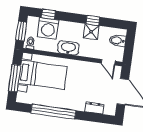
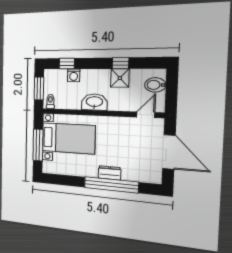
washing machine: (48, 28) -> (74, 75), width x0.53, depth x0.53
door: (108, 62) -> (146, 115), swing flipped
dresser: (94, 108) -> (110, 173), moved
window: (53, 112) -> (111, 185), moved

